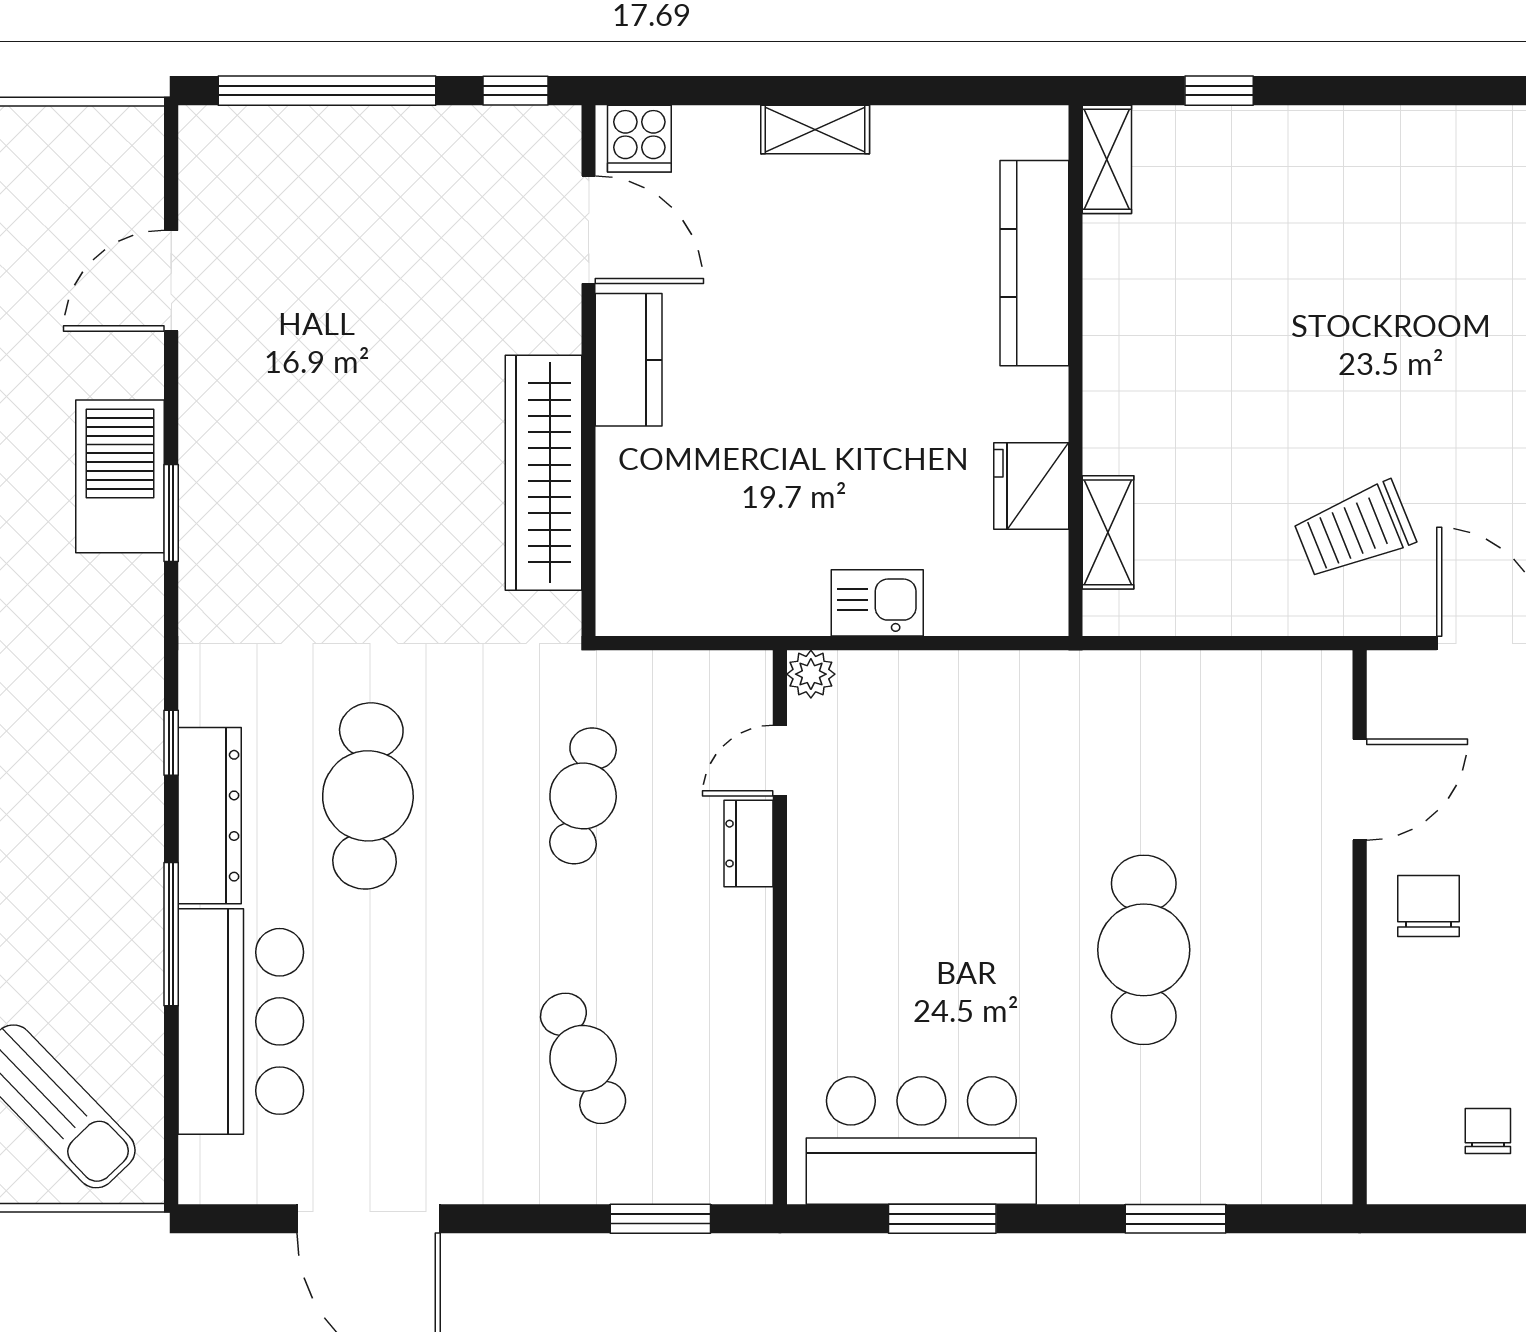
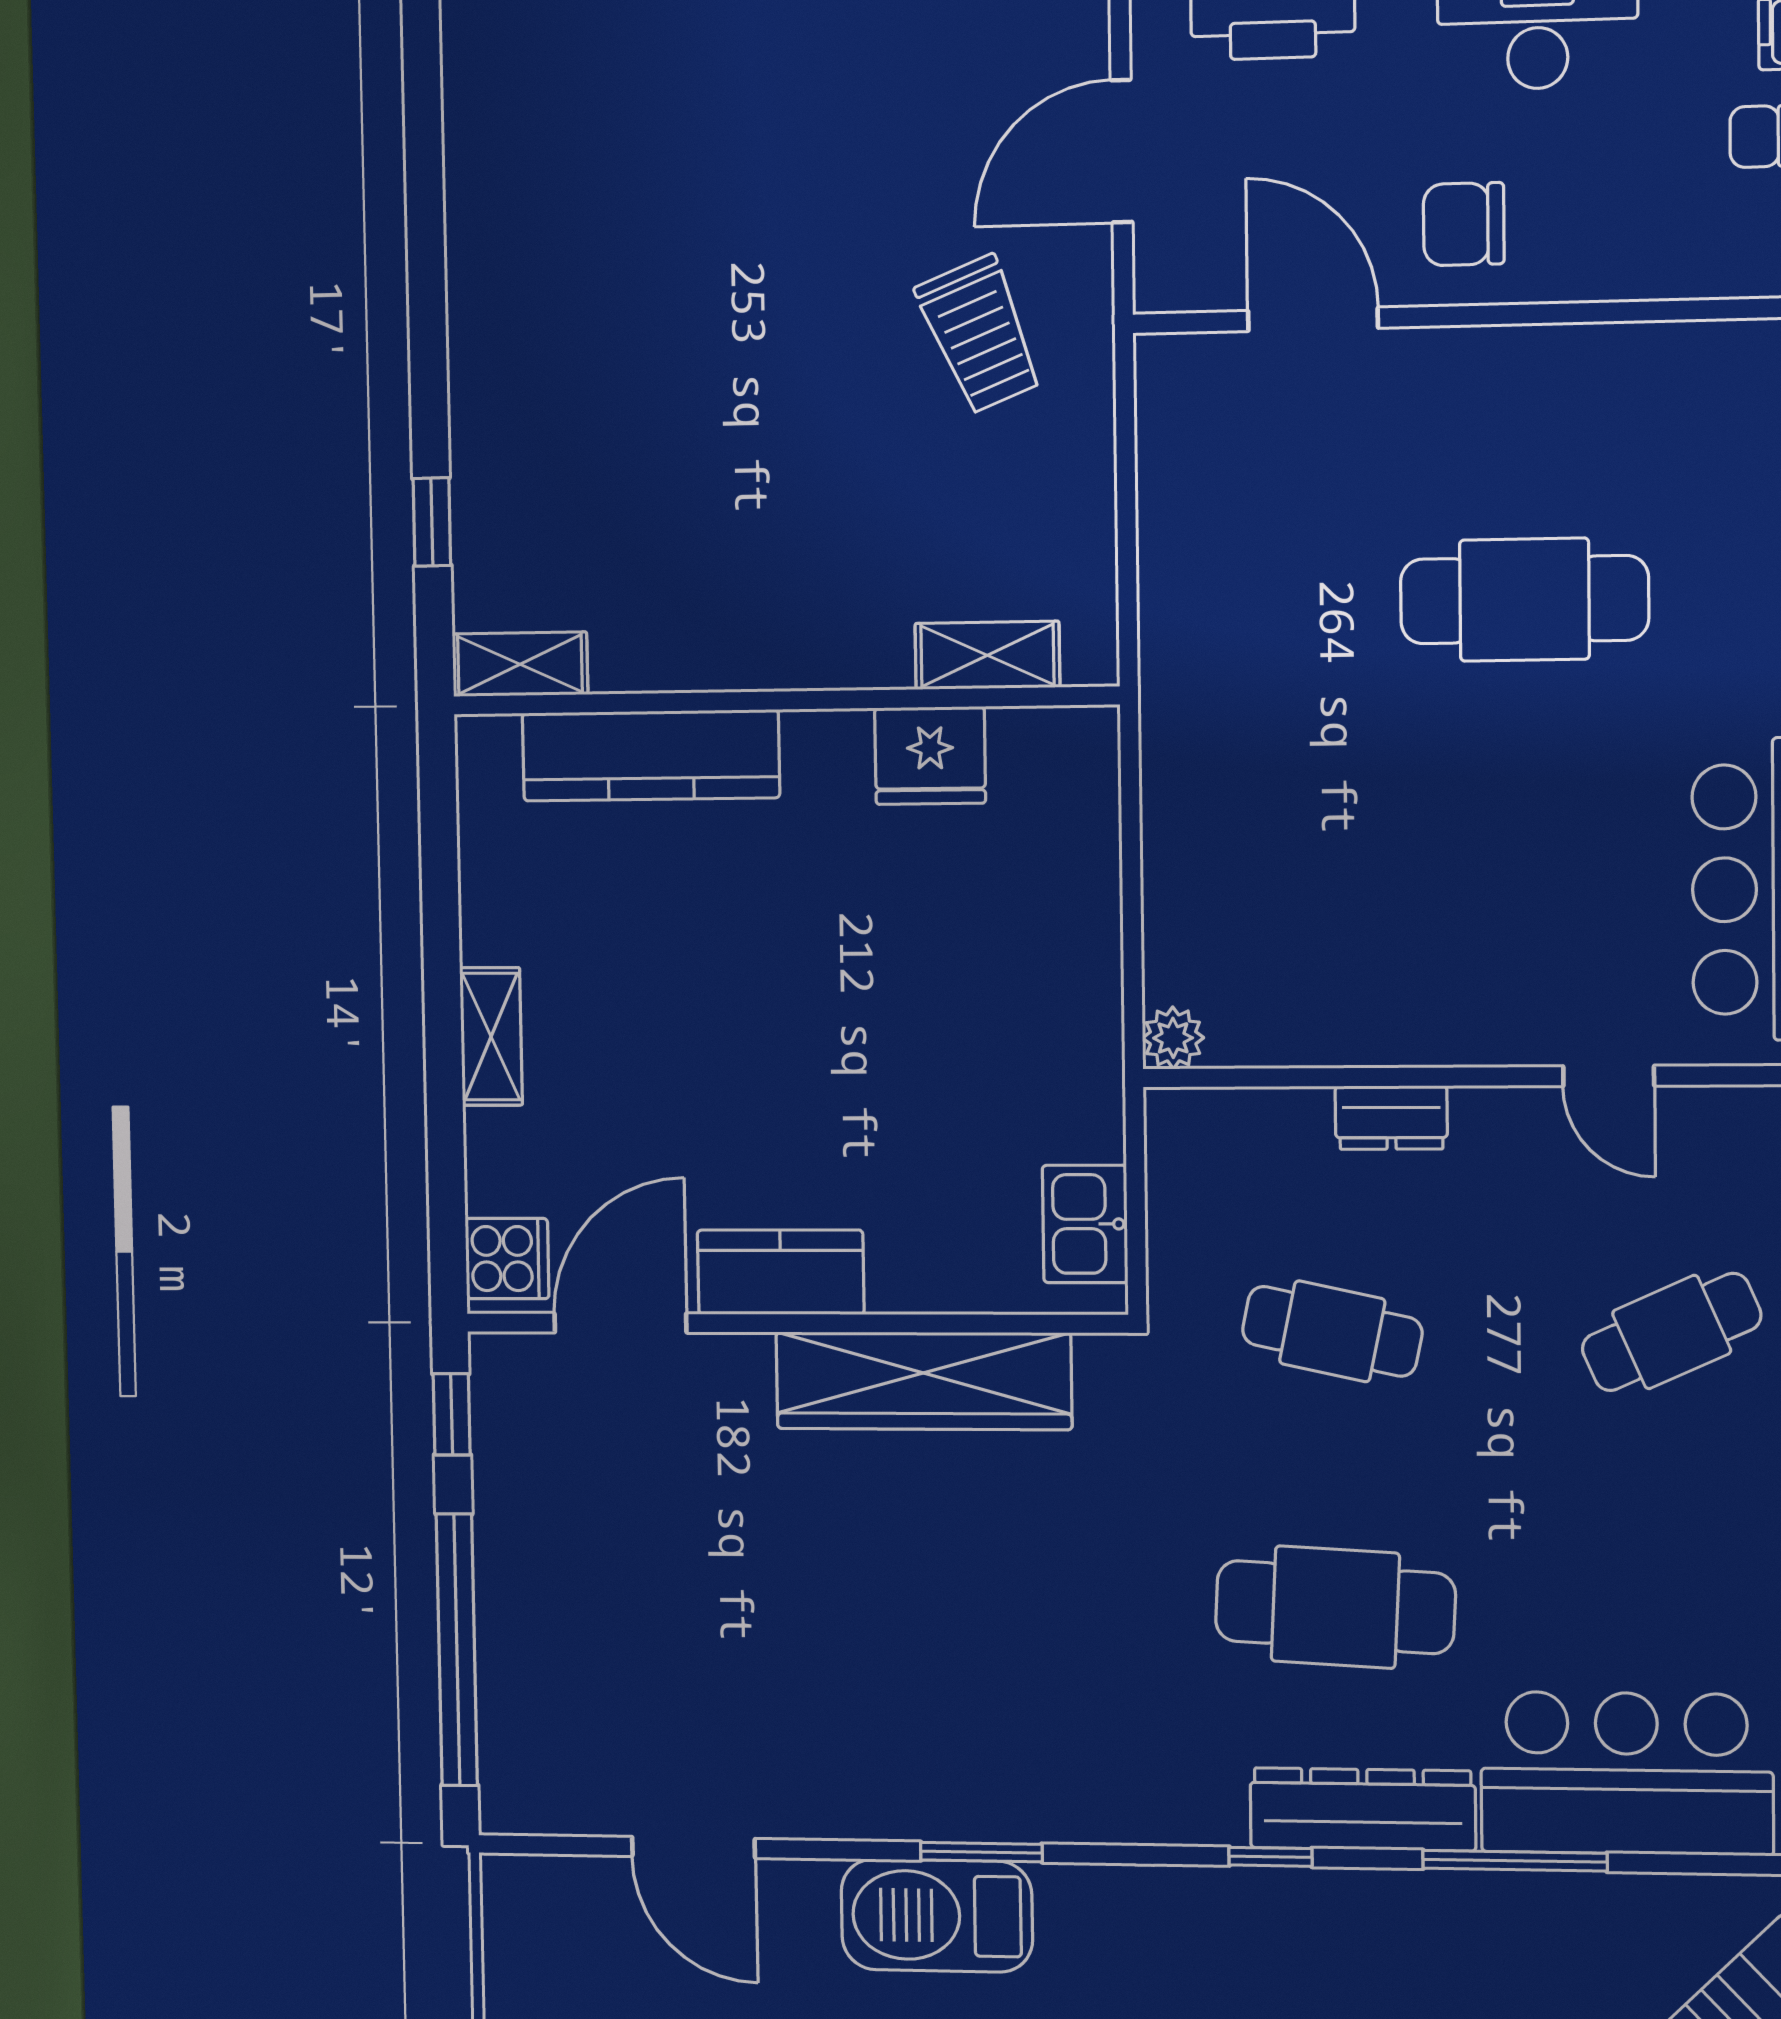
kitchen sink: (877, 603) -> (1085, 1224), moved
door: (780, 761) -> (1609, 1076), moved

